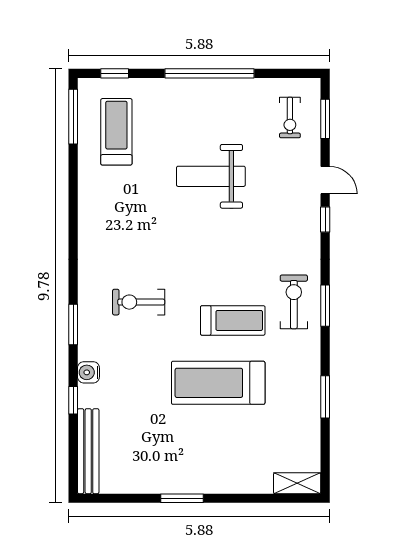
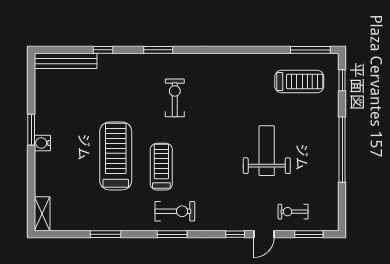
exercise bike: (290, 118) -> (293, 212), moved
treadmill: (233, 320) -> (161, 167), turned 180
water cooler: (88, 372) -> (42, 143), moved, turned -90

